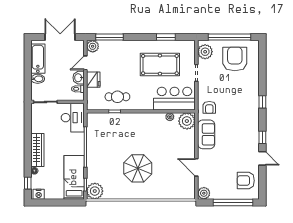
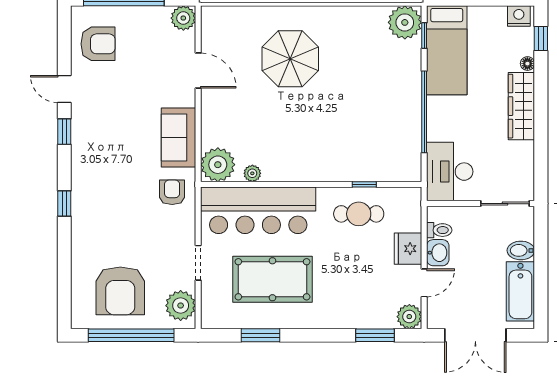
window: (109, 37) -> (375, 335), width x0.69
bar counter: (174, 99) -> (258, 210), width x1.36
parasol: (138, 168) -> (290, 59), moved

